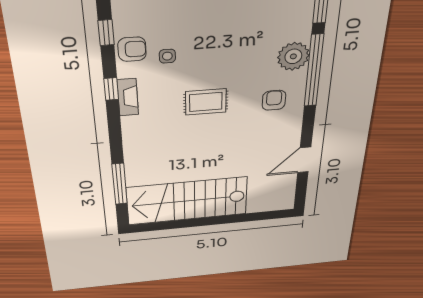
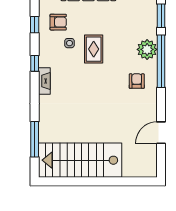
armchair: (132, 49) -> (58, 22), moved
fireplace: (128, 97) -> (44, 81), moved
rug: (206, 102) -> (94, 49), moved, turned 90

